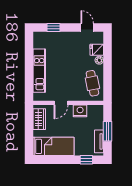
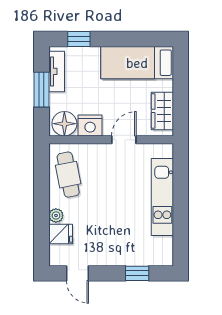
floor lamp: (95, 112) -> (64, 124), added

